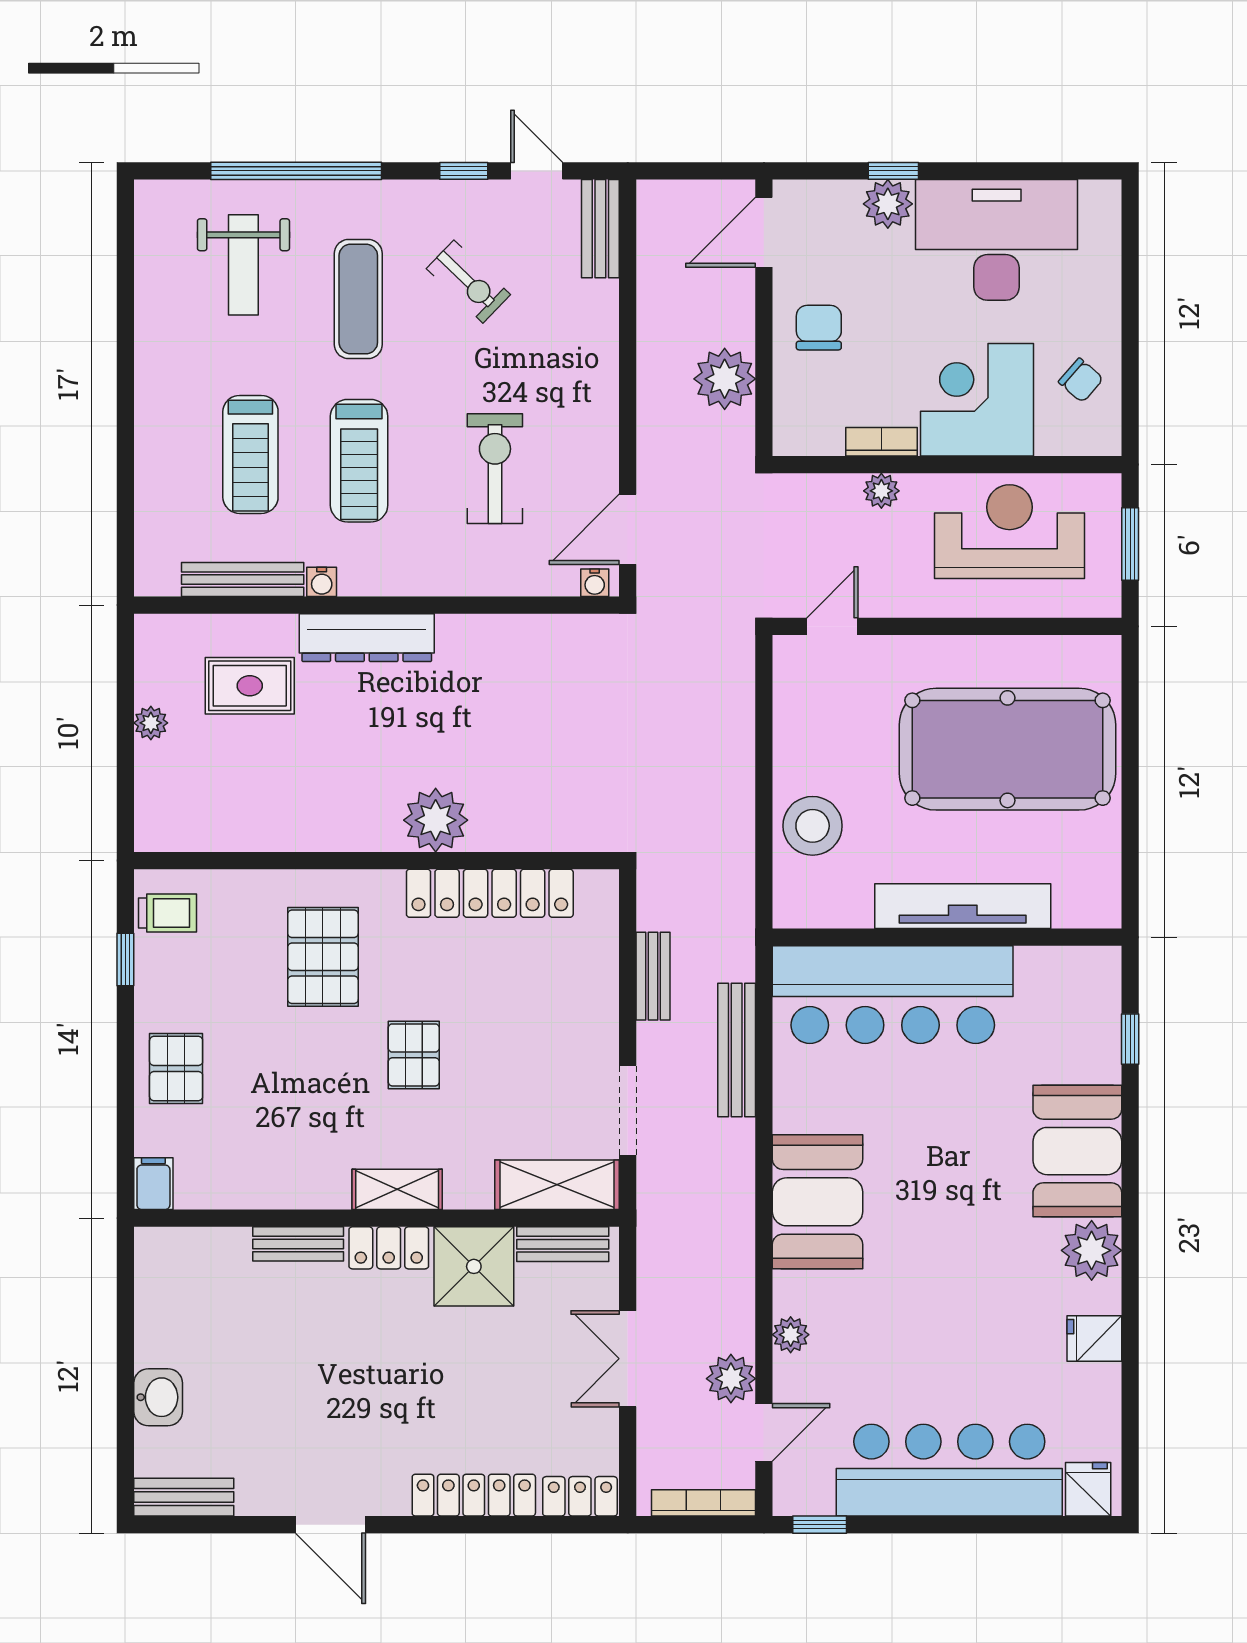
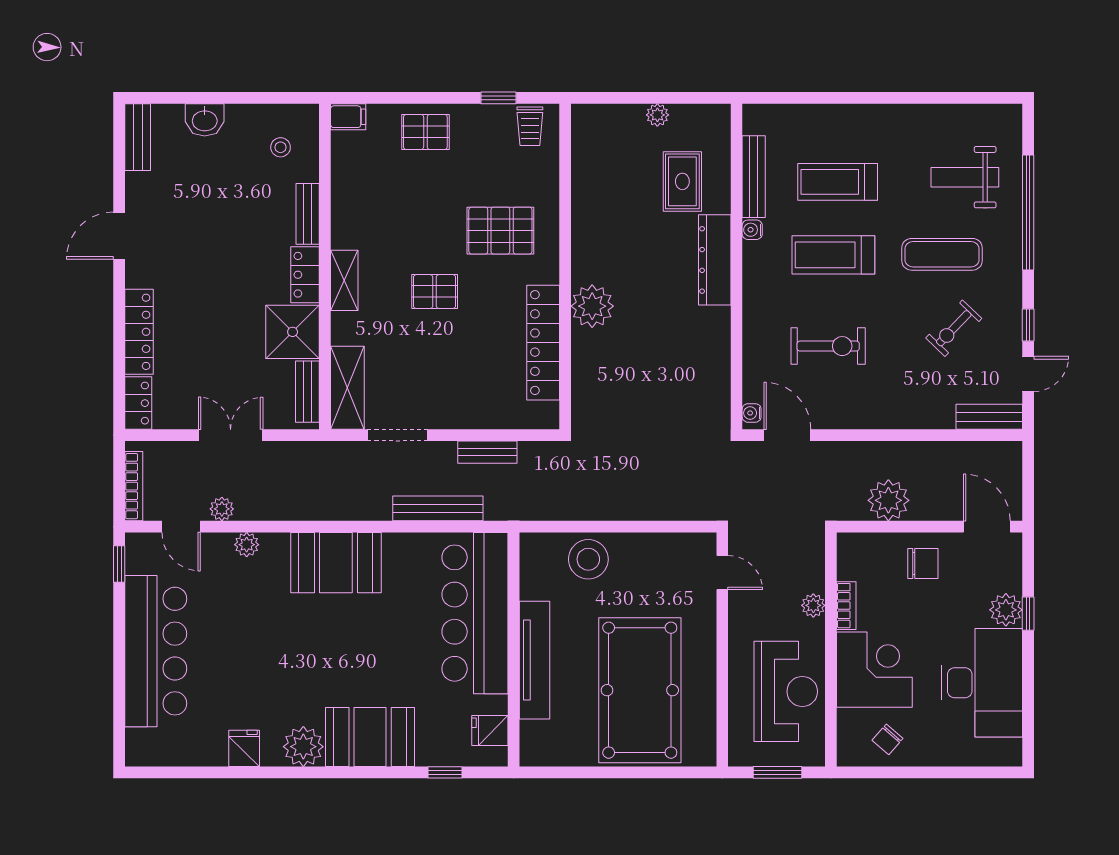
stool: (199, 1284) -> (281, 147), added
plant: (731, 1379) -> (222, 509), width x0.73, depth x0.73
fridge: (1088, 1489) -> (490, 731), moved, turned 180

